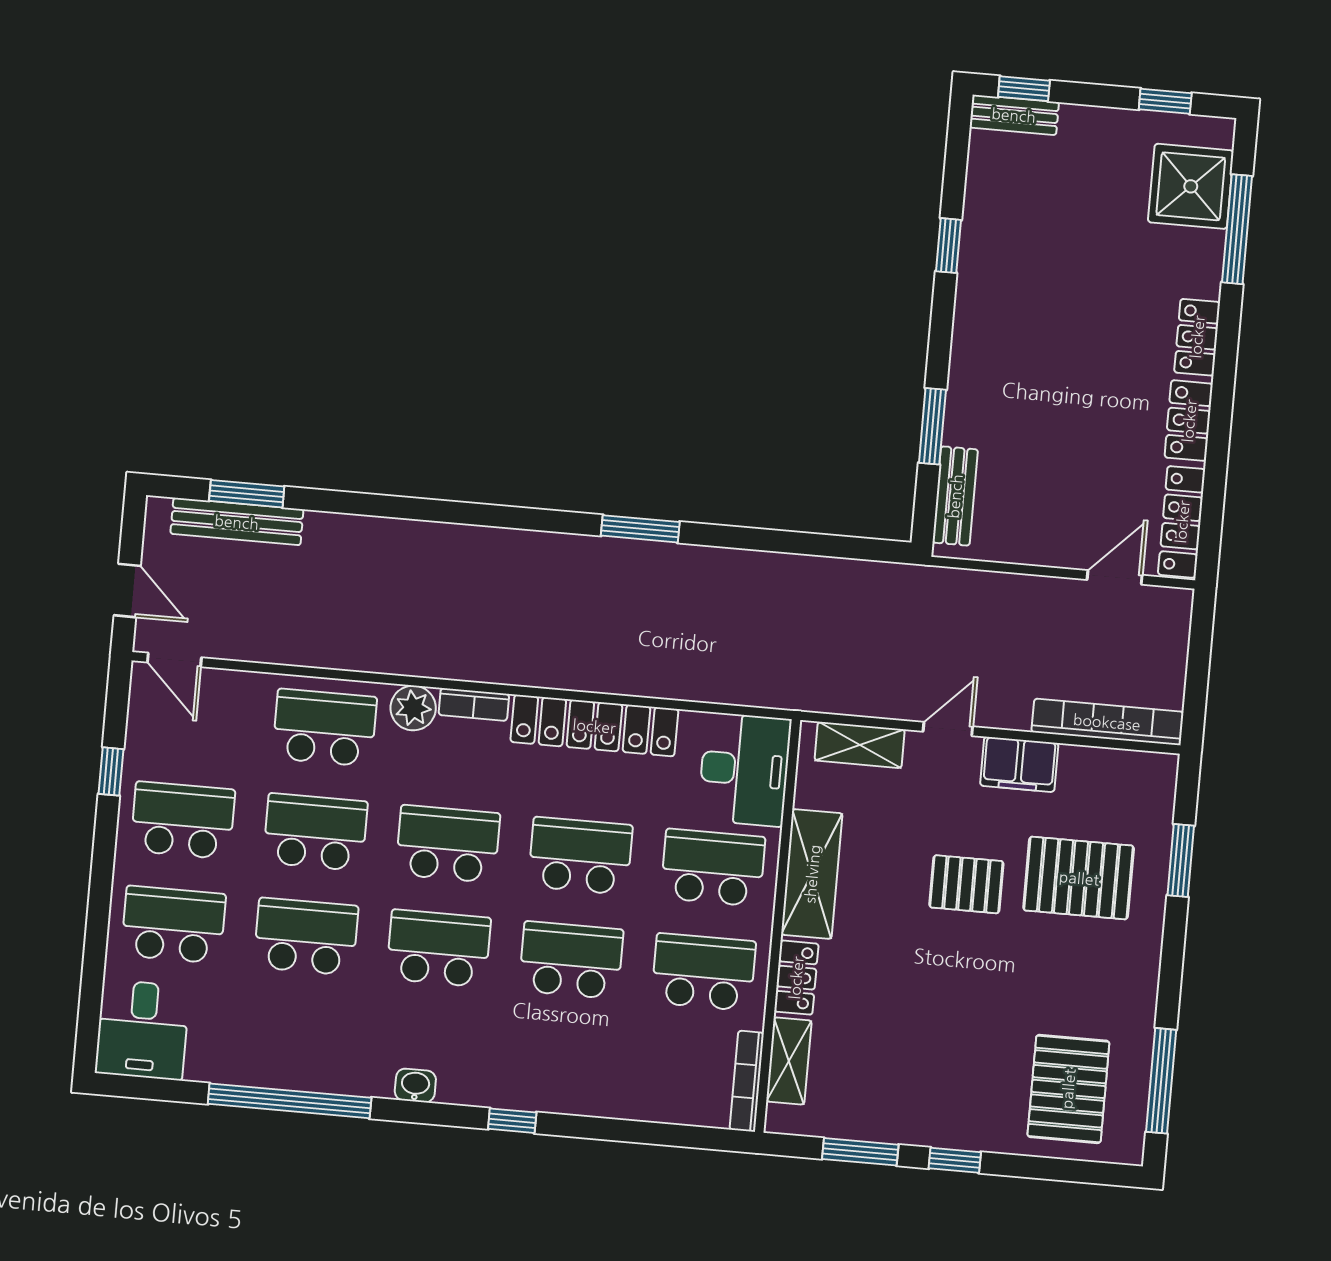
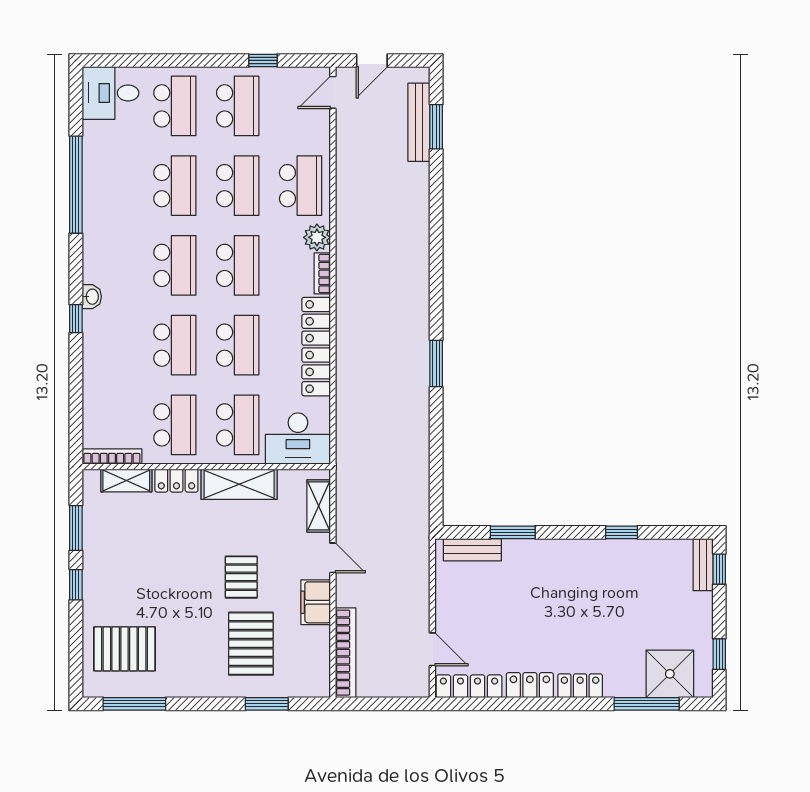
washbasin: (415, 1085) -> (92, 297), moved

